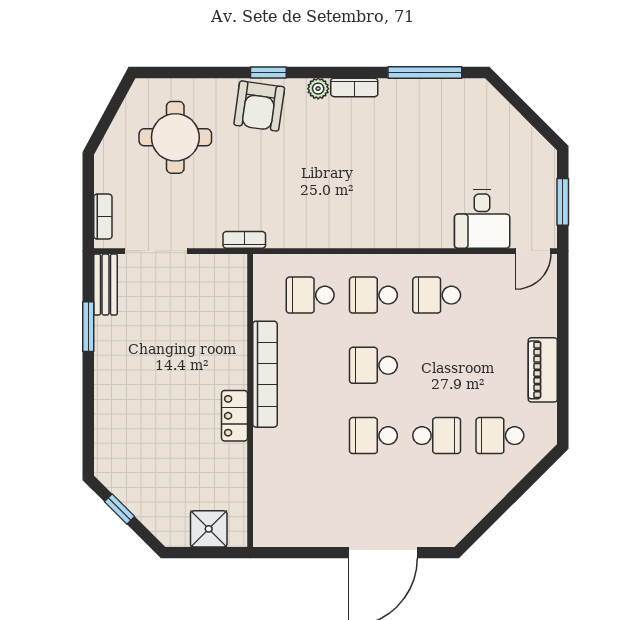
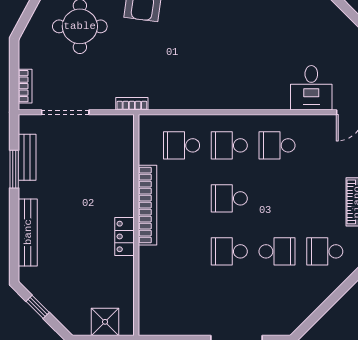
bench: (105, 285) -> (27, 157), moved
bench: (106, 410) -> (28, 232), added

